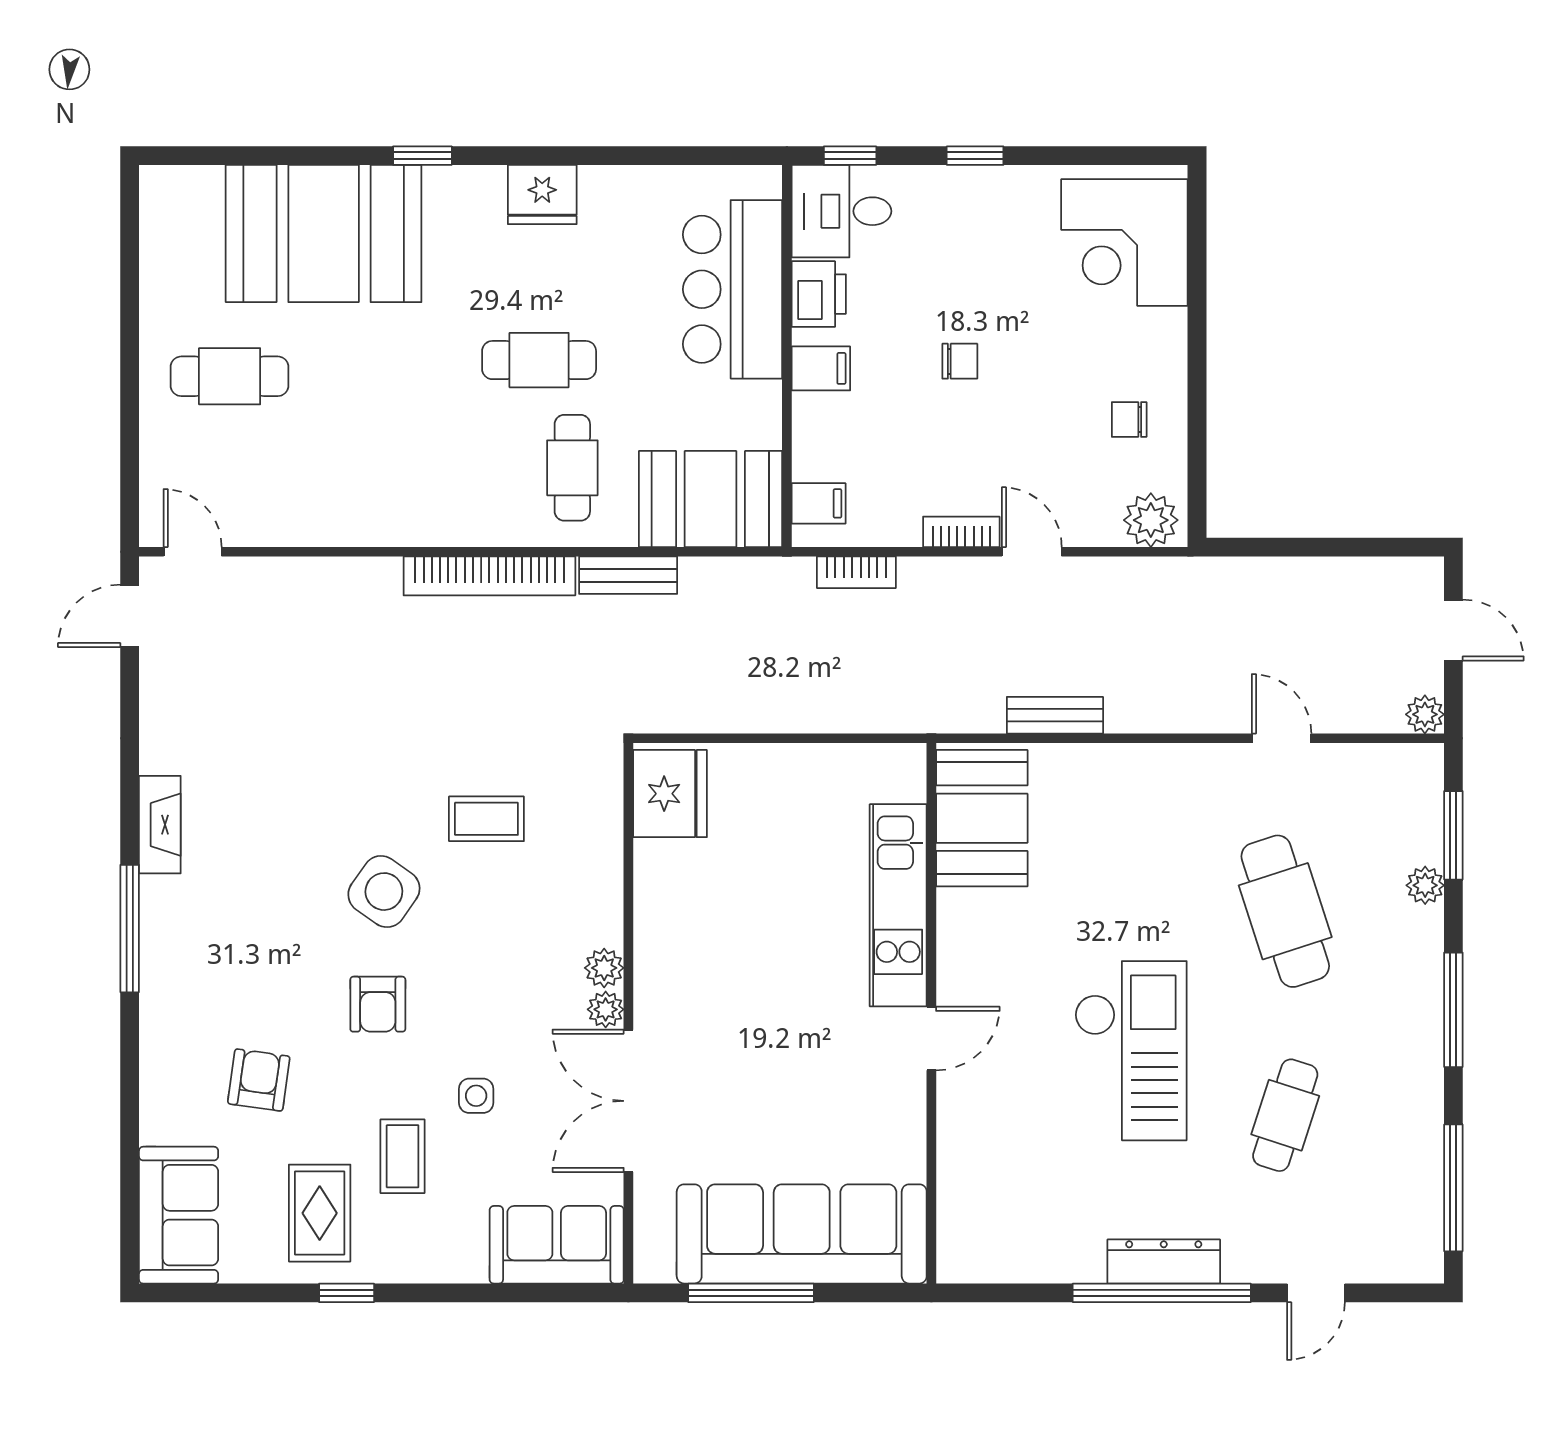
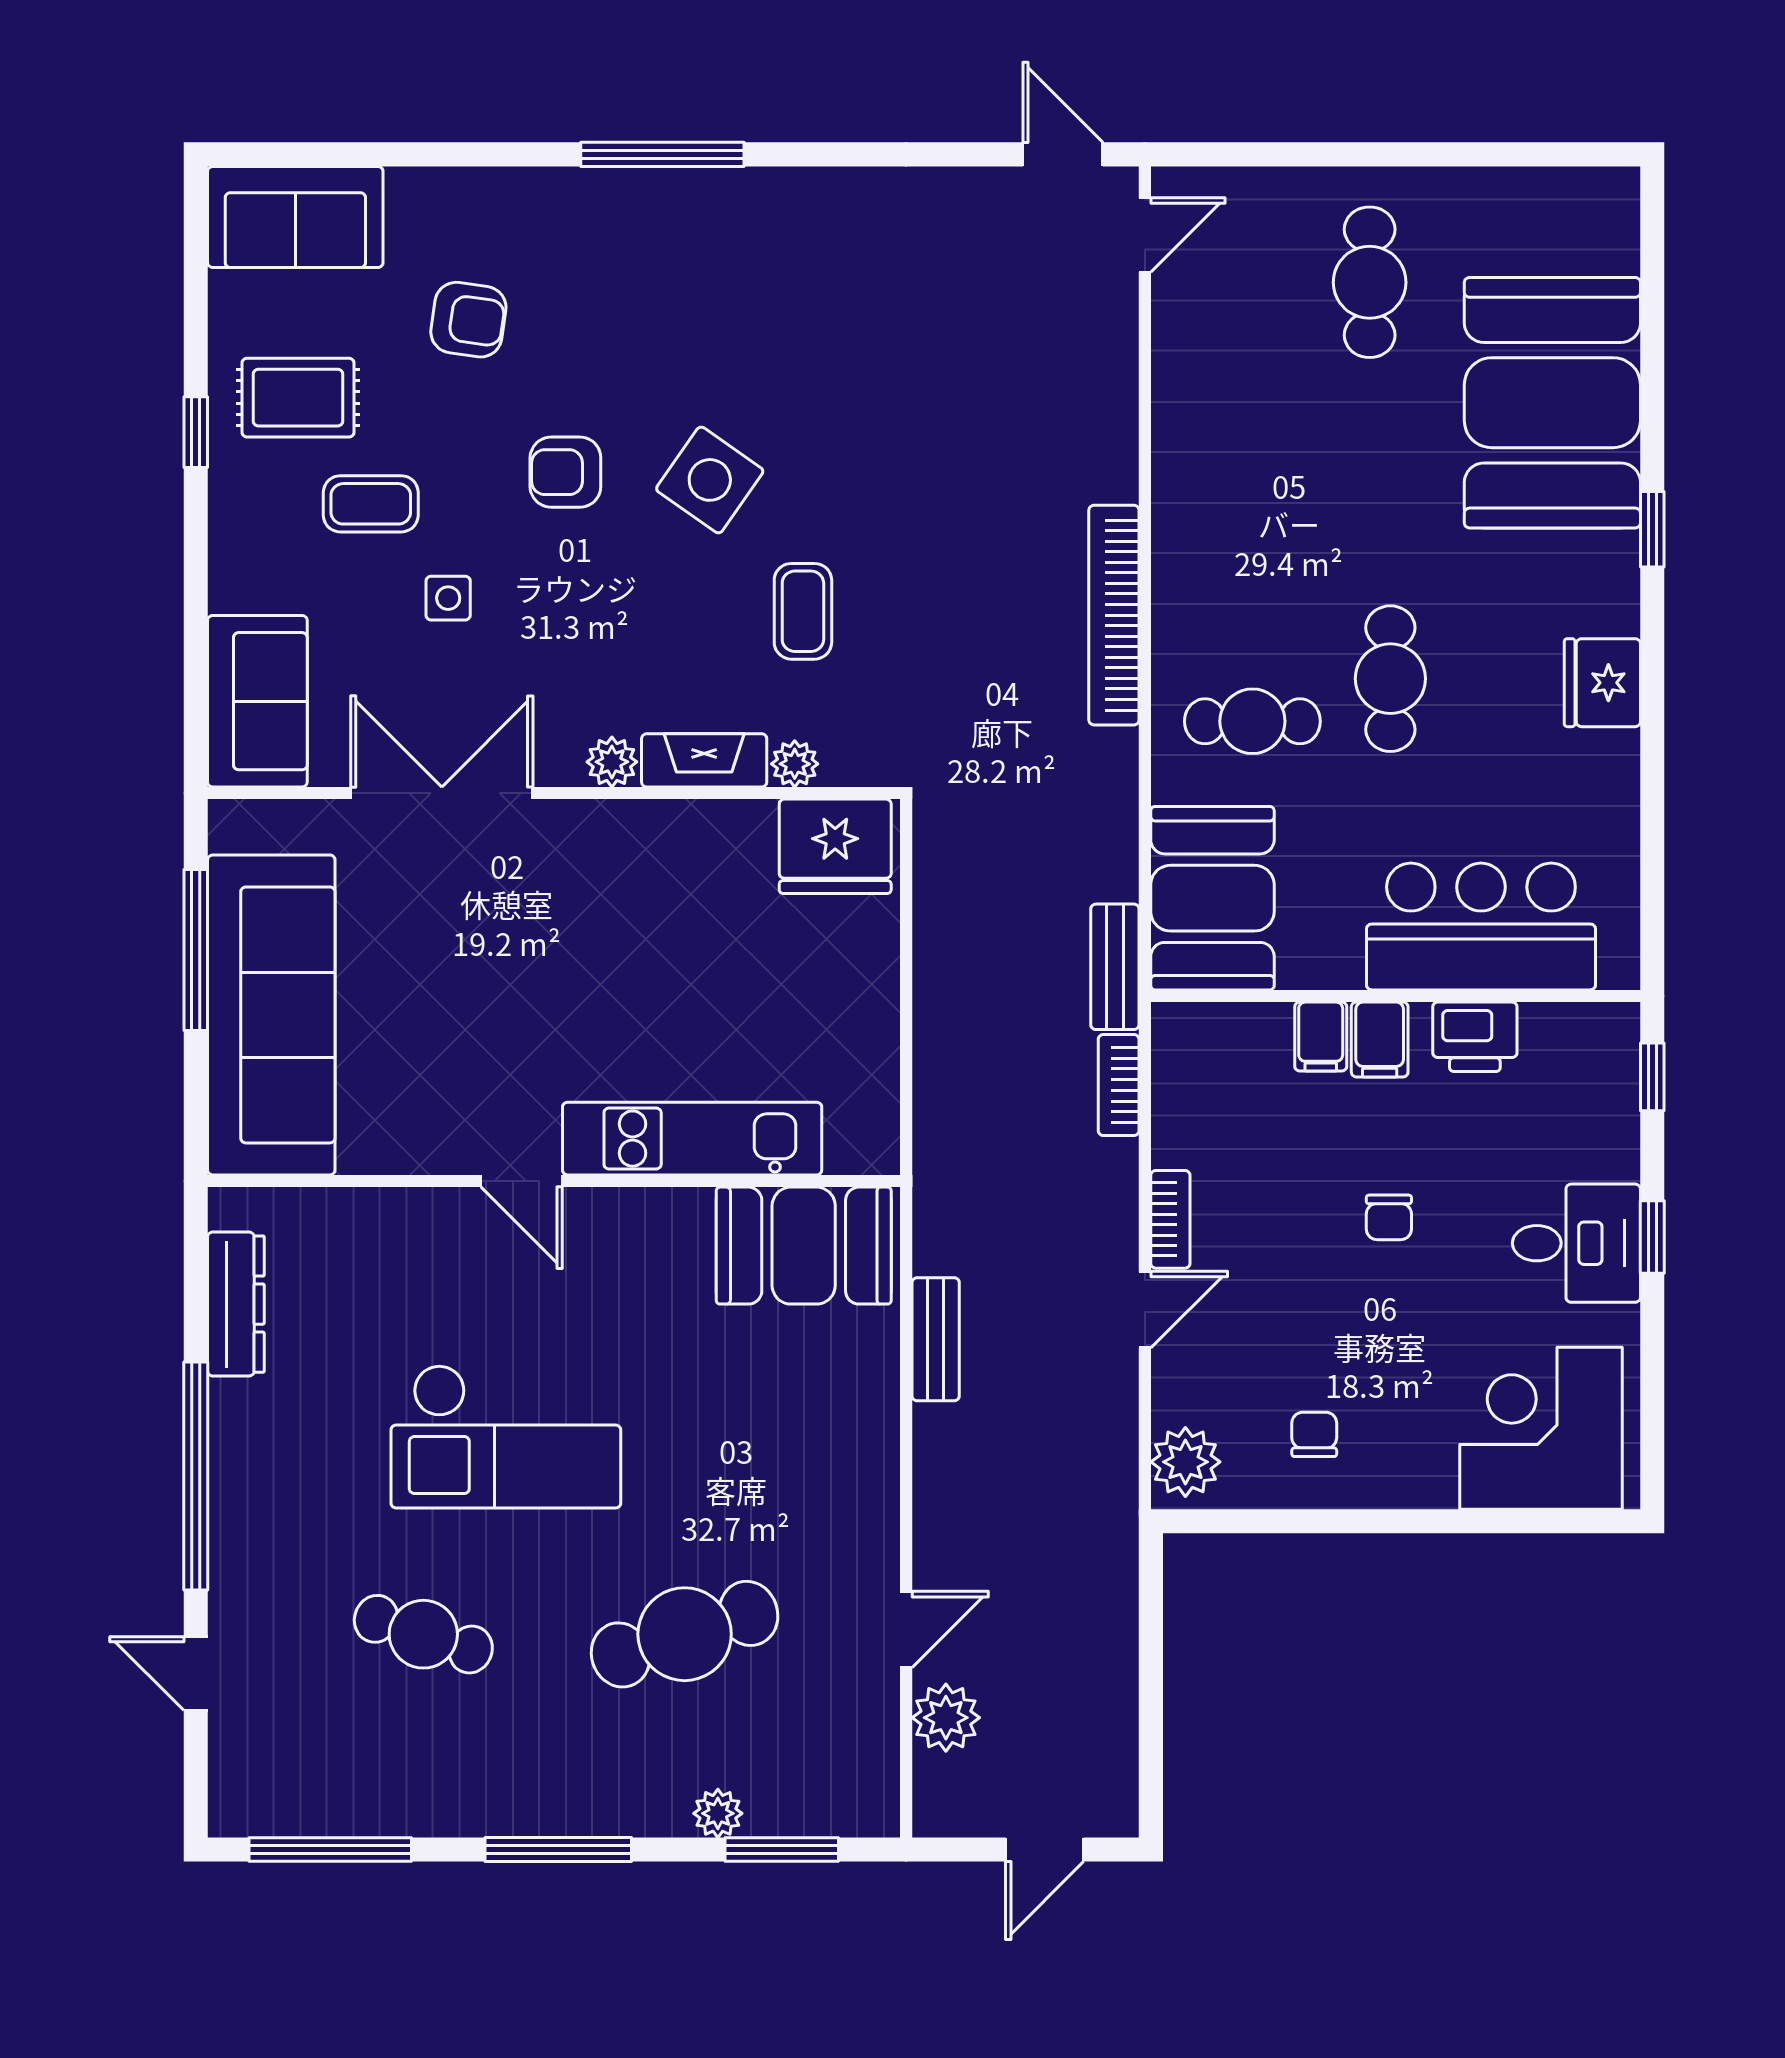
desk: (841, 211) -> (1576, 1243), moved, turned 90
filing cabinet: (819, 503) -> (1321, 1037), moved
bench: (628, 575) -> (1115, 967), moved
plant: (1425, 714) -> (946, 1718), moved, width x1.38, depth x1.38
fireplace: (160, 825) -> (704, 760), moved, turned 180
plant: (606, 1009) -> (795, 764), moved
dresser: (1164, 1261) -> (236, 1304), moved

